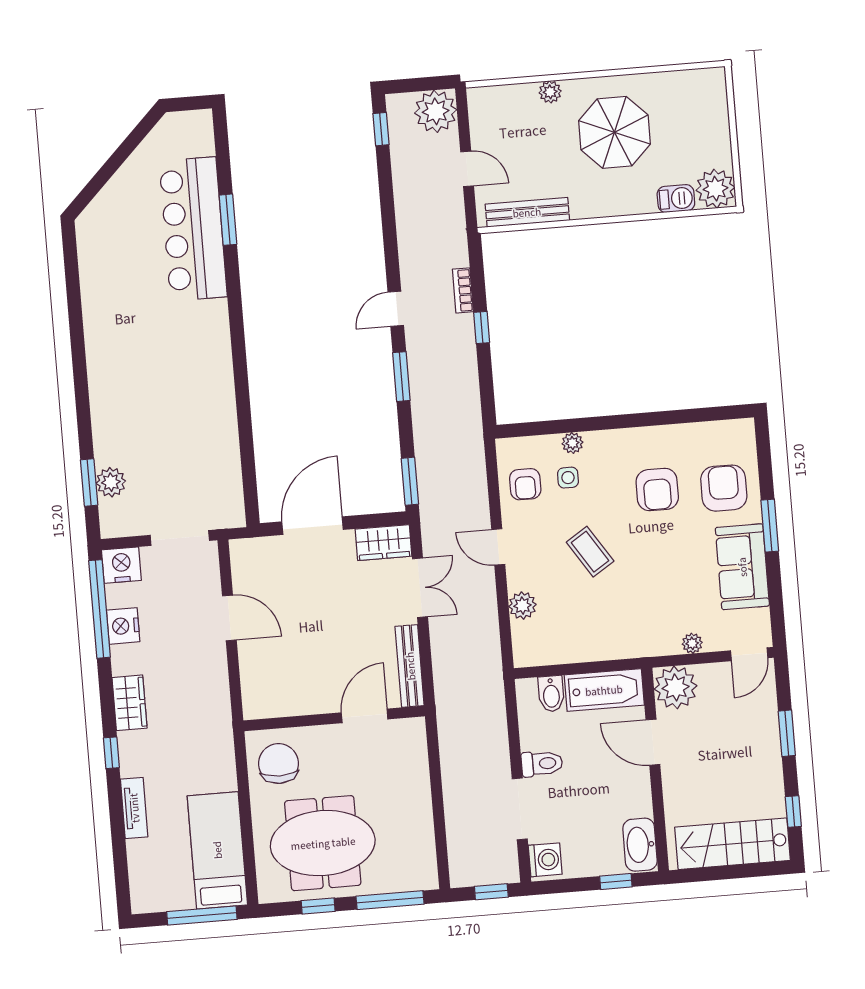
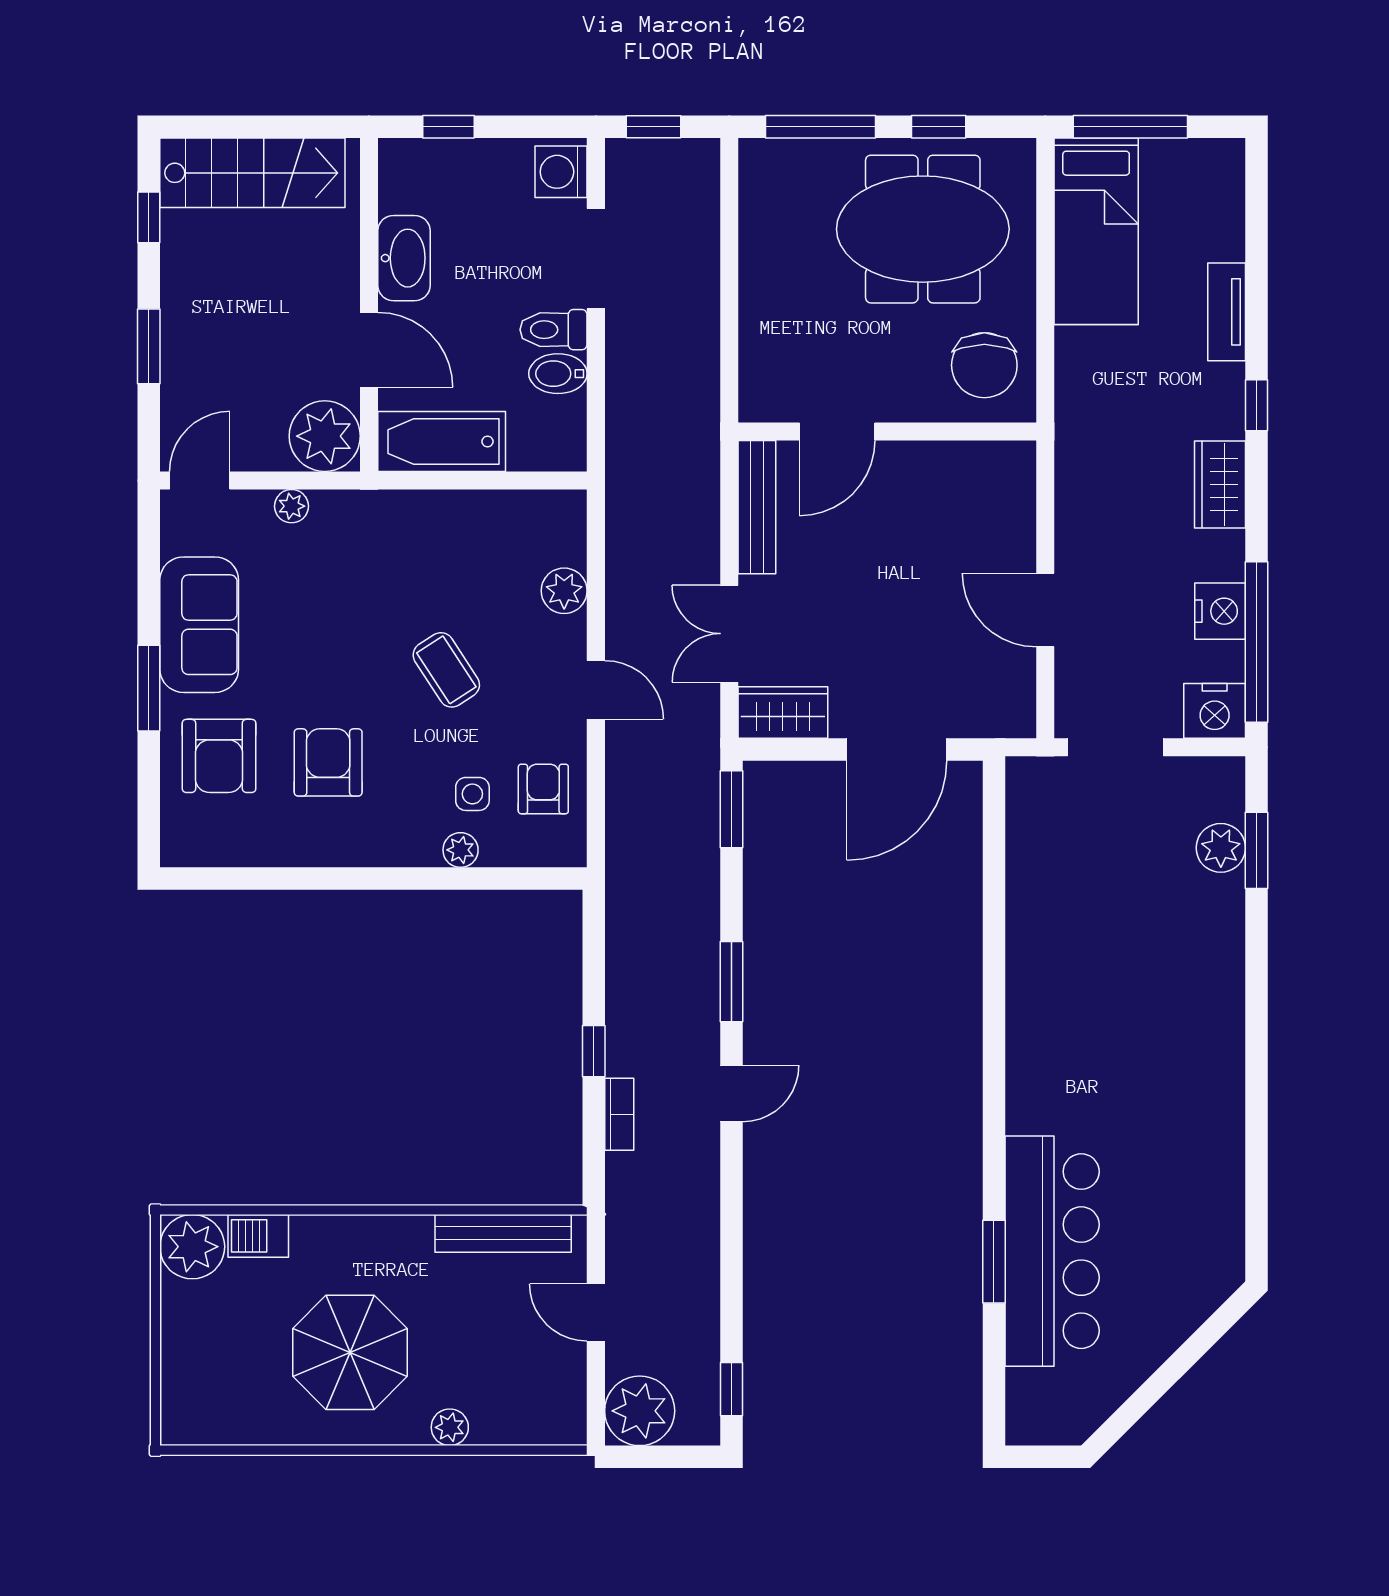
bidet: (551, 694) -> (558, 374), moved, turned -90
washbasin: (640, 845) -> (404, 258), moved

